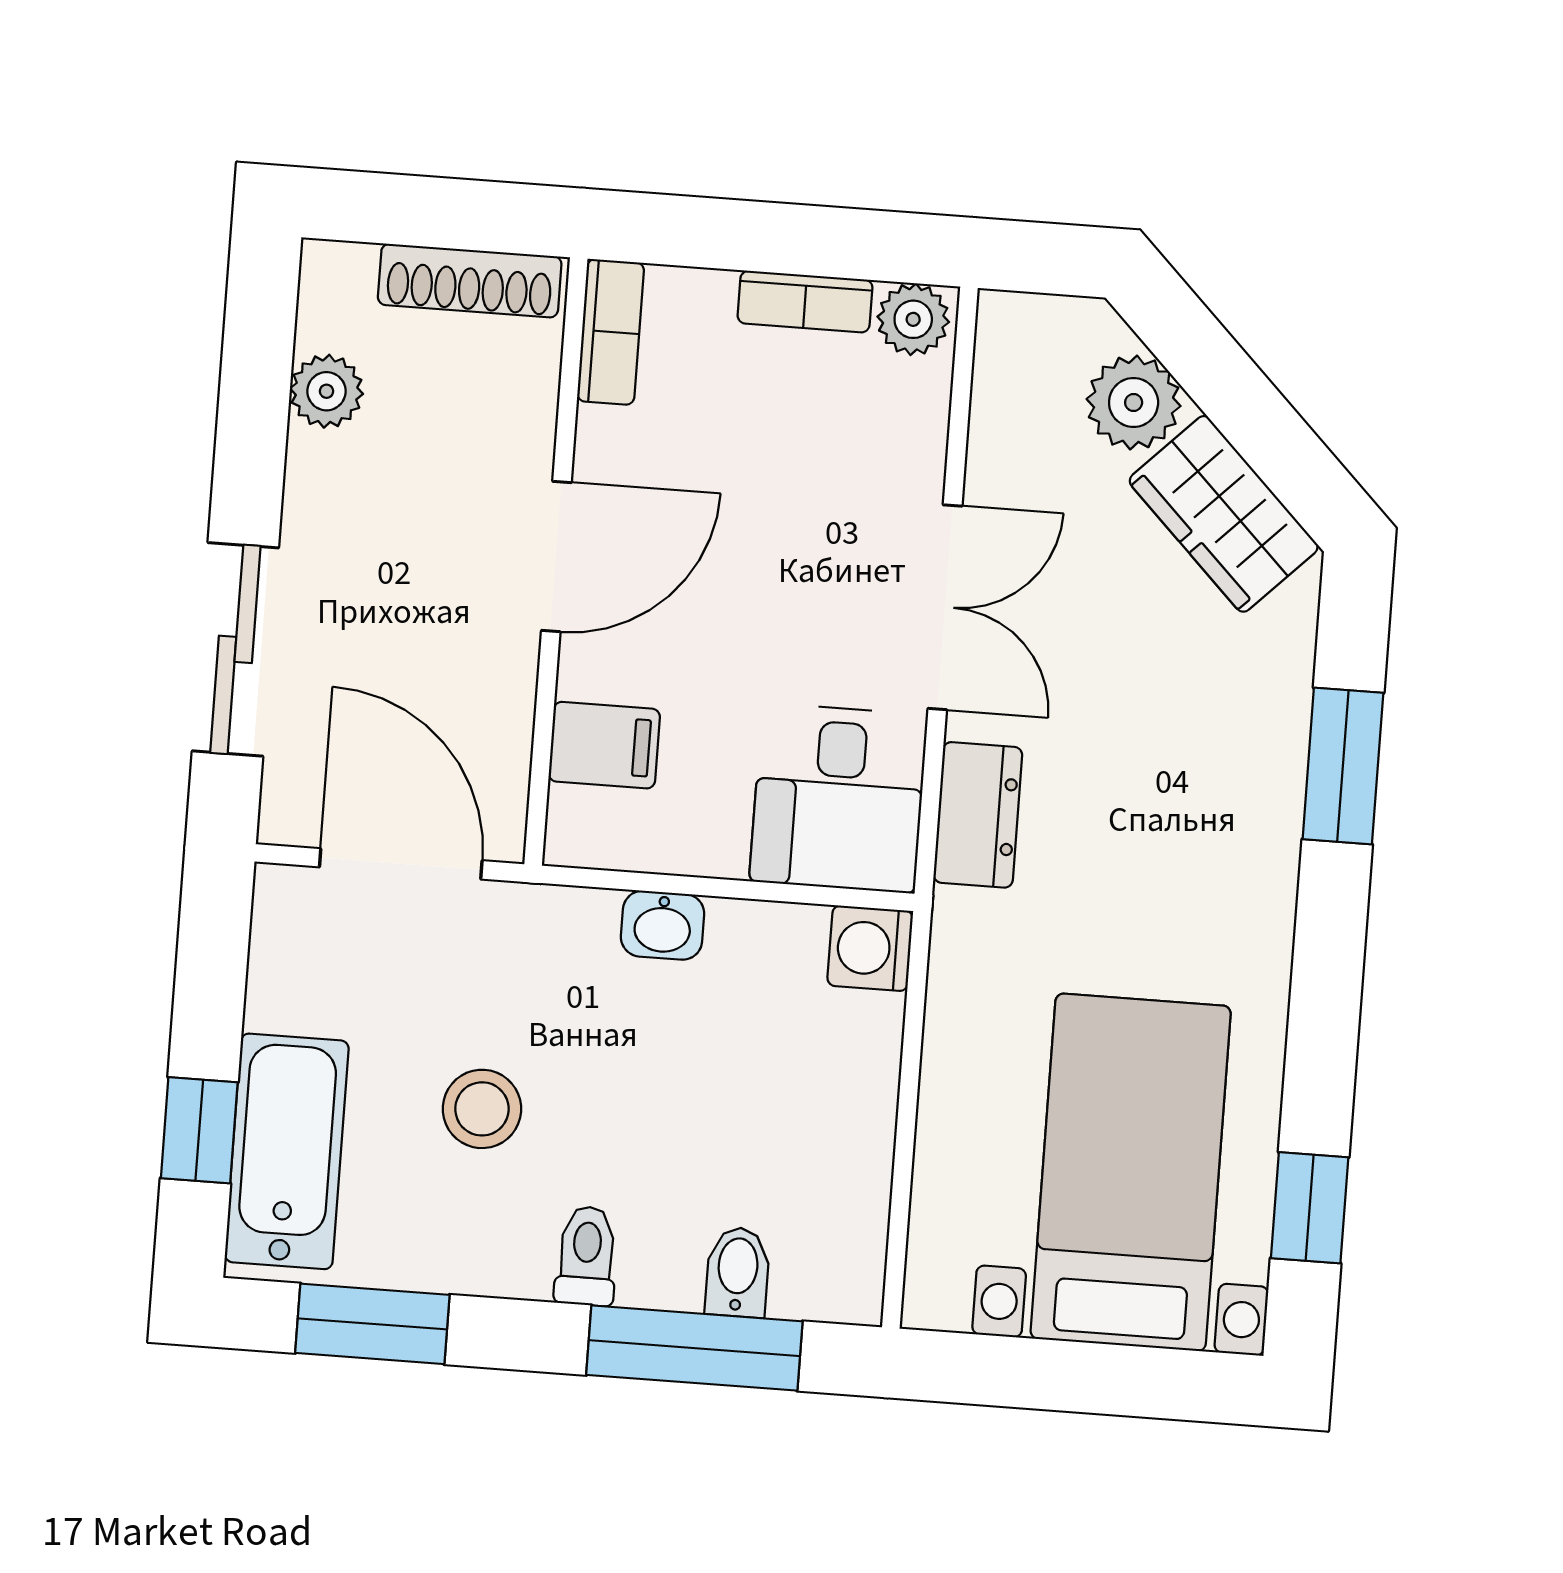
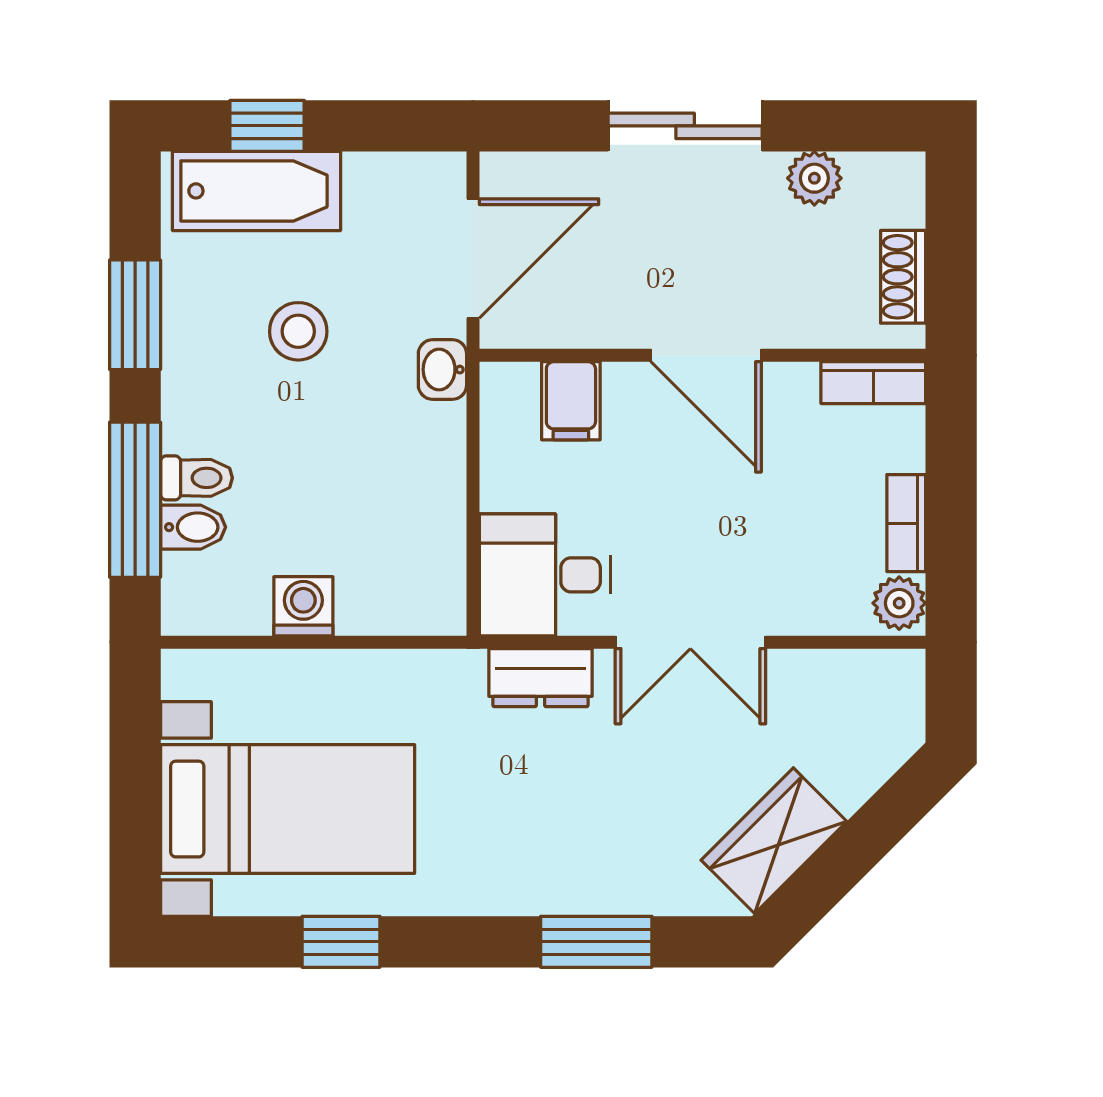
shoe rack: (470, 281) -> (903, 277), width x0.70
plant: (1134, 402) -> (850, 769), removed
sliding door: (235, 649) -> (685, 126), moved
washbasin: (663, 925) -> (442, 370), moved
washing machine: (870, 948) -> (303, 606), moved
window: (1310, 1208) -> (341, 942), moved
toilet: (586, 1256) -> (197, 478), moved
window: (372, 1324) -> (135, 315), moved

